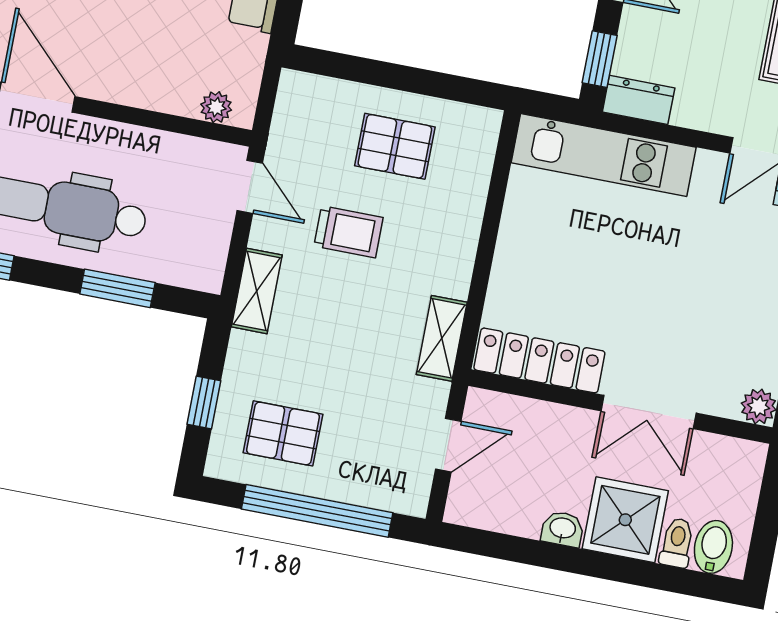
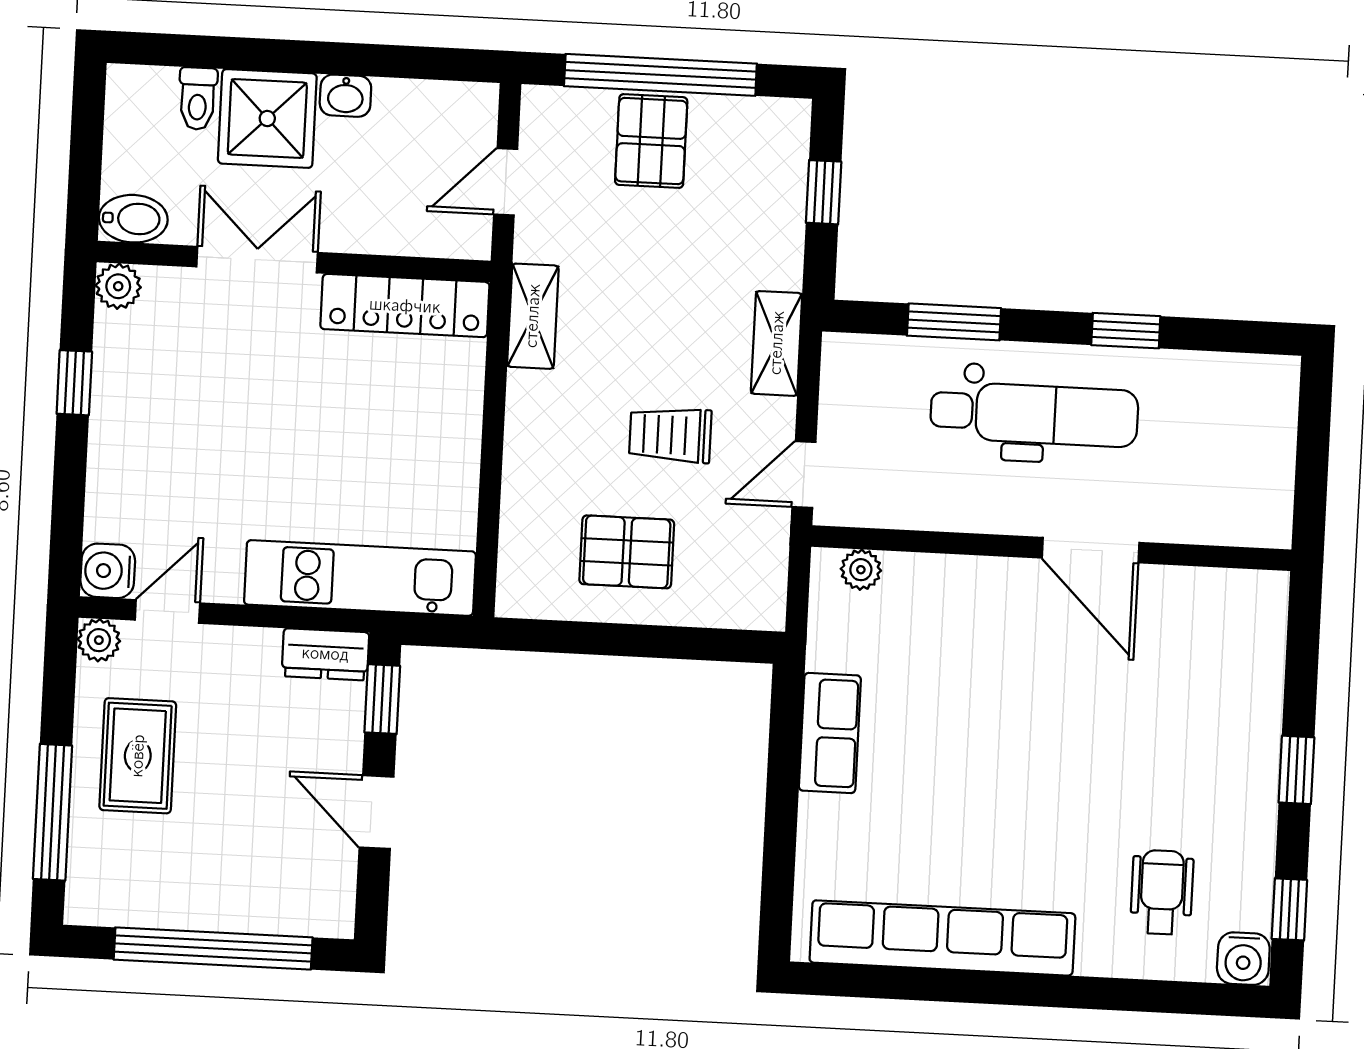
door: (250, 187) -> (804, 474), hinge flipped
pallet: (283, 433) -> (651, 141), moved, turned 90
bidet: (713, 547) -> (133, 219), moved, turned -90

